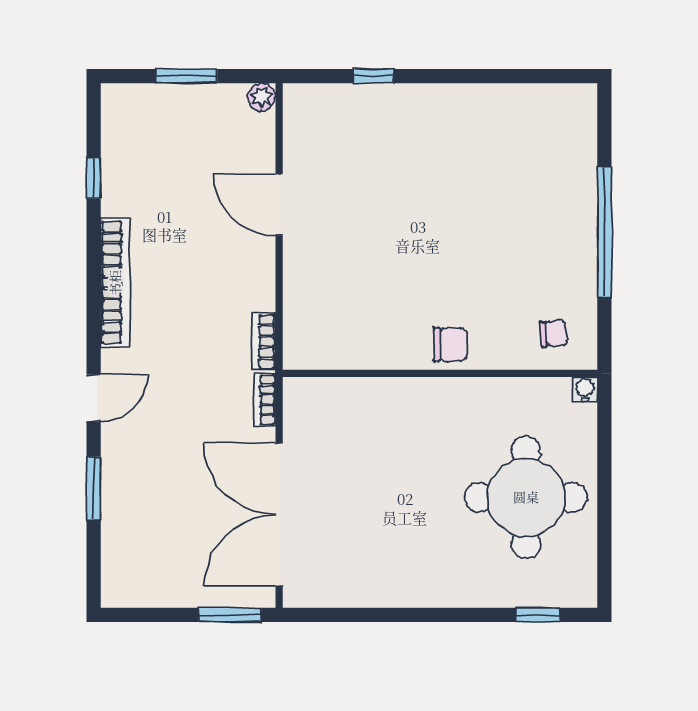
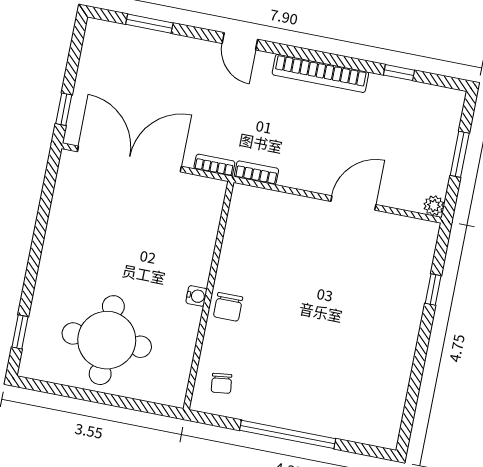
water cooler: (585, 390) -> (196, 296), moved
window: (94, 488) -> (149, 24), moved
window: (230, 615) -> (64, 109), width x0.67

